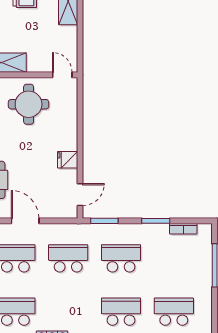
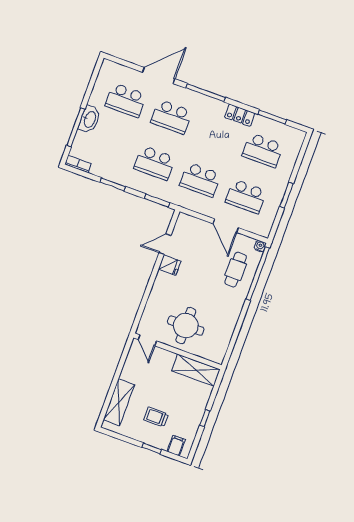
door: (80, 195) -> (165, 244), moved
bookcase: (183, 229) -> (78, 164), moved
washbasin: (204, 279) -> (90, 119), added

